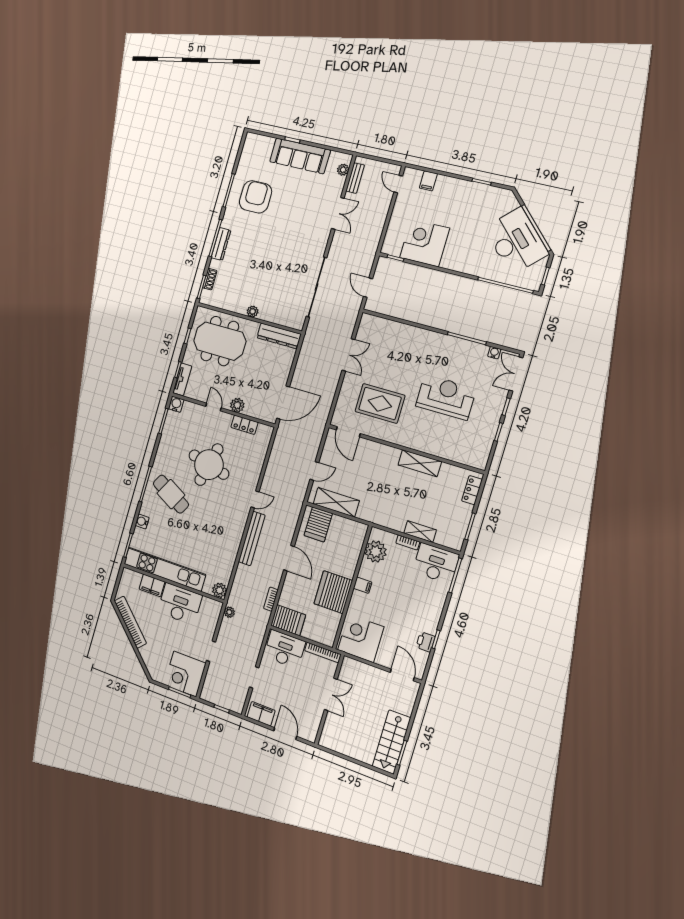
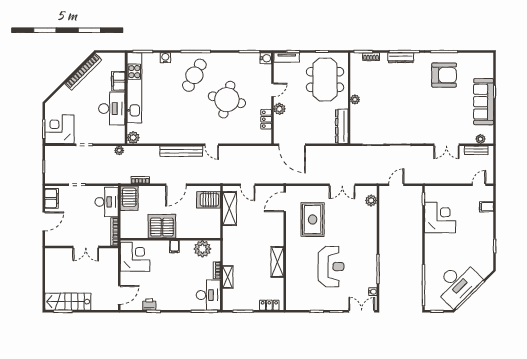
plant: (378, 324) -> (371, 200), added

